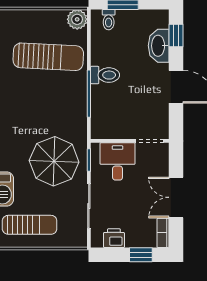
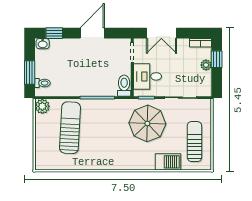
washbasin: (159, 46) -> (43, 44), moved, width x0.52, depth x0.69
toilet: (105, 75) -> (124, 86), moved
double door: (176, 197) -> (161, 33), moved
printer: (114, 238) -> (204, 79), removed
plant: (133, 240) -> (206, 65), added

